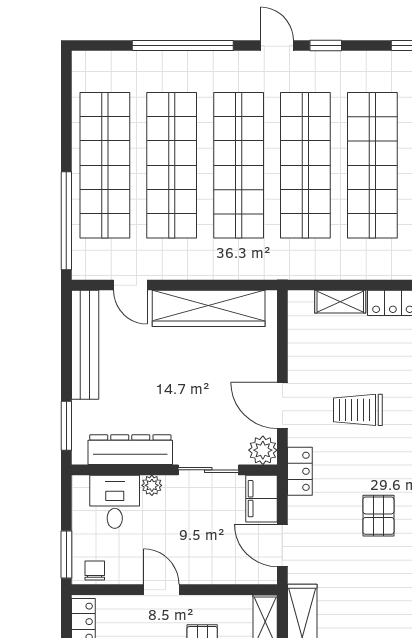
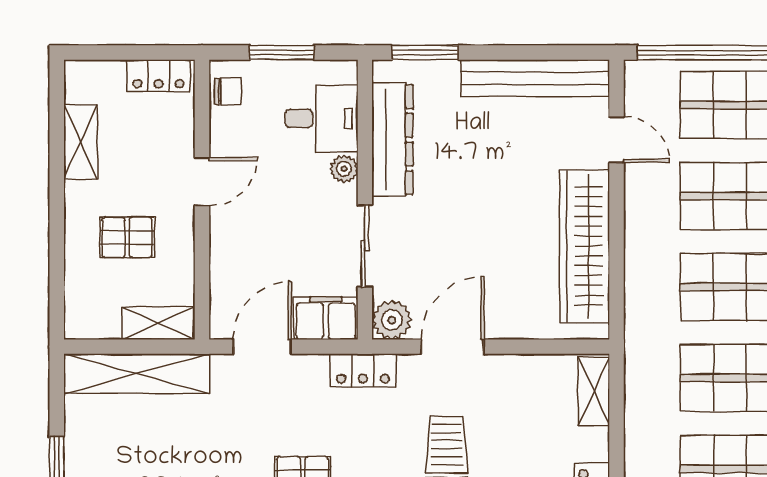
door: (130, 285) -> (616, 140), swing flipped
shelving: (340, 302) -> (594, 391), moved
window: (66, 555) -> (282, 53), moved

